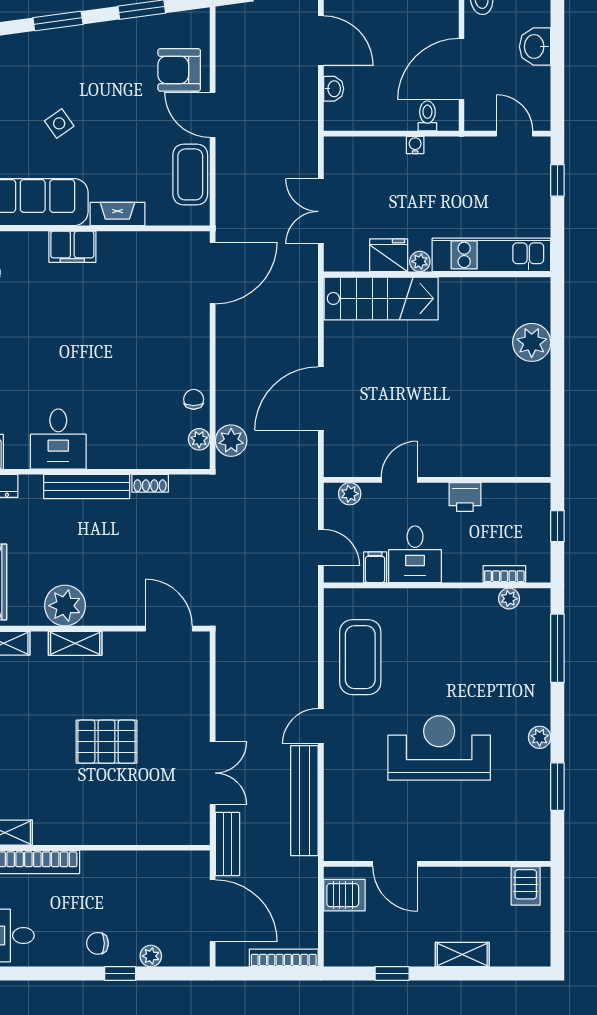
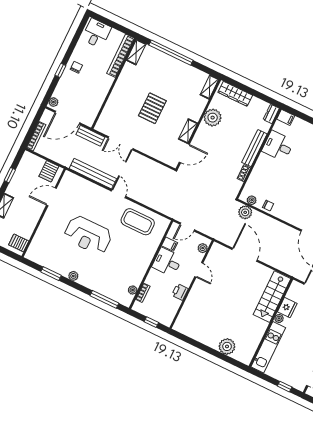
shelving: (75, 643) -> (188, 131), moved
reception desk: (439, 748) -> (88, 235), turned 90
plant: (151, 956) -> (53, 102), moved

